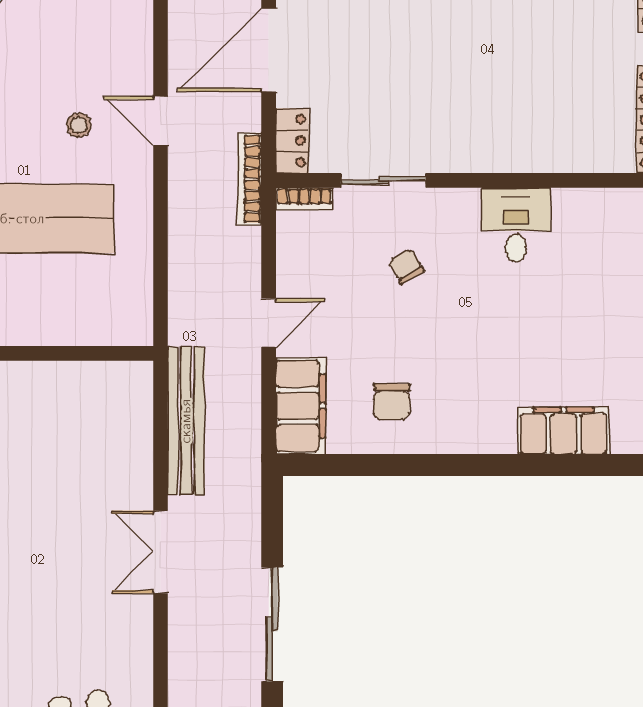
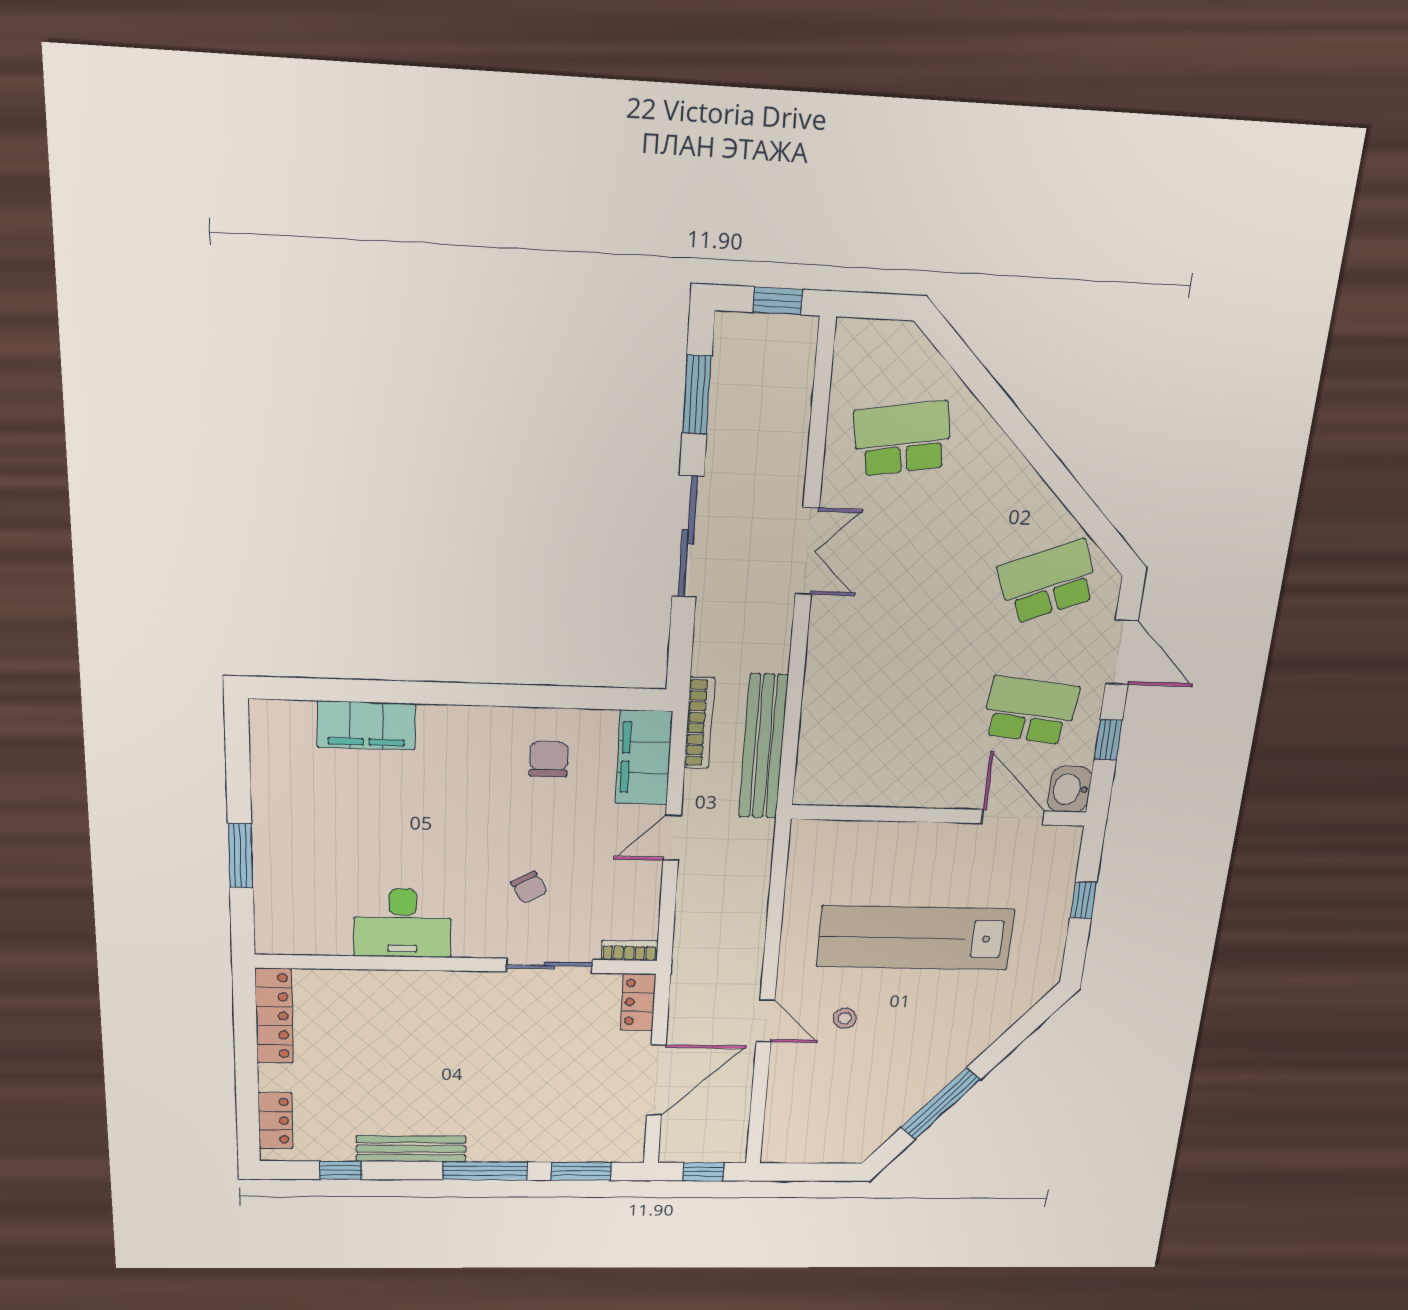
bookcase: (250, 179) -> (699, 723), moved
desk: (516, 225) -> (402, 923), width x1.37
double door: (161, 552) -> (807, 551), moved

